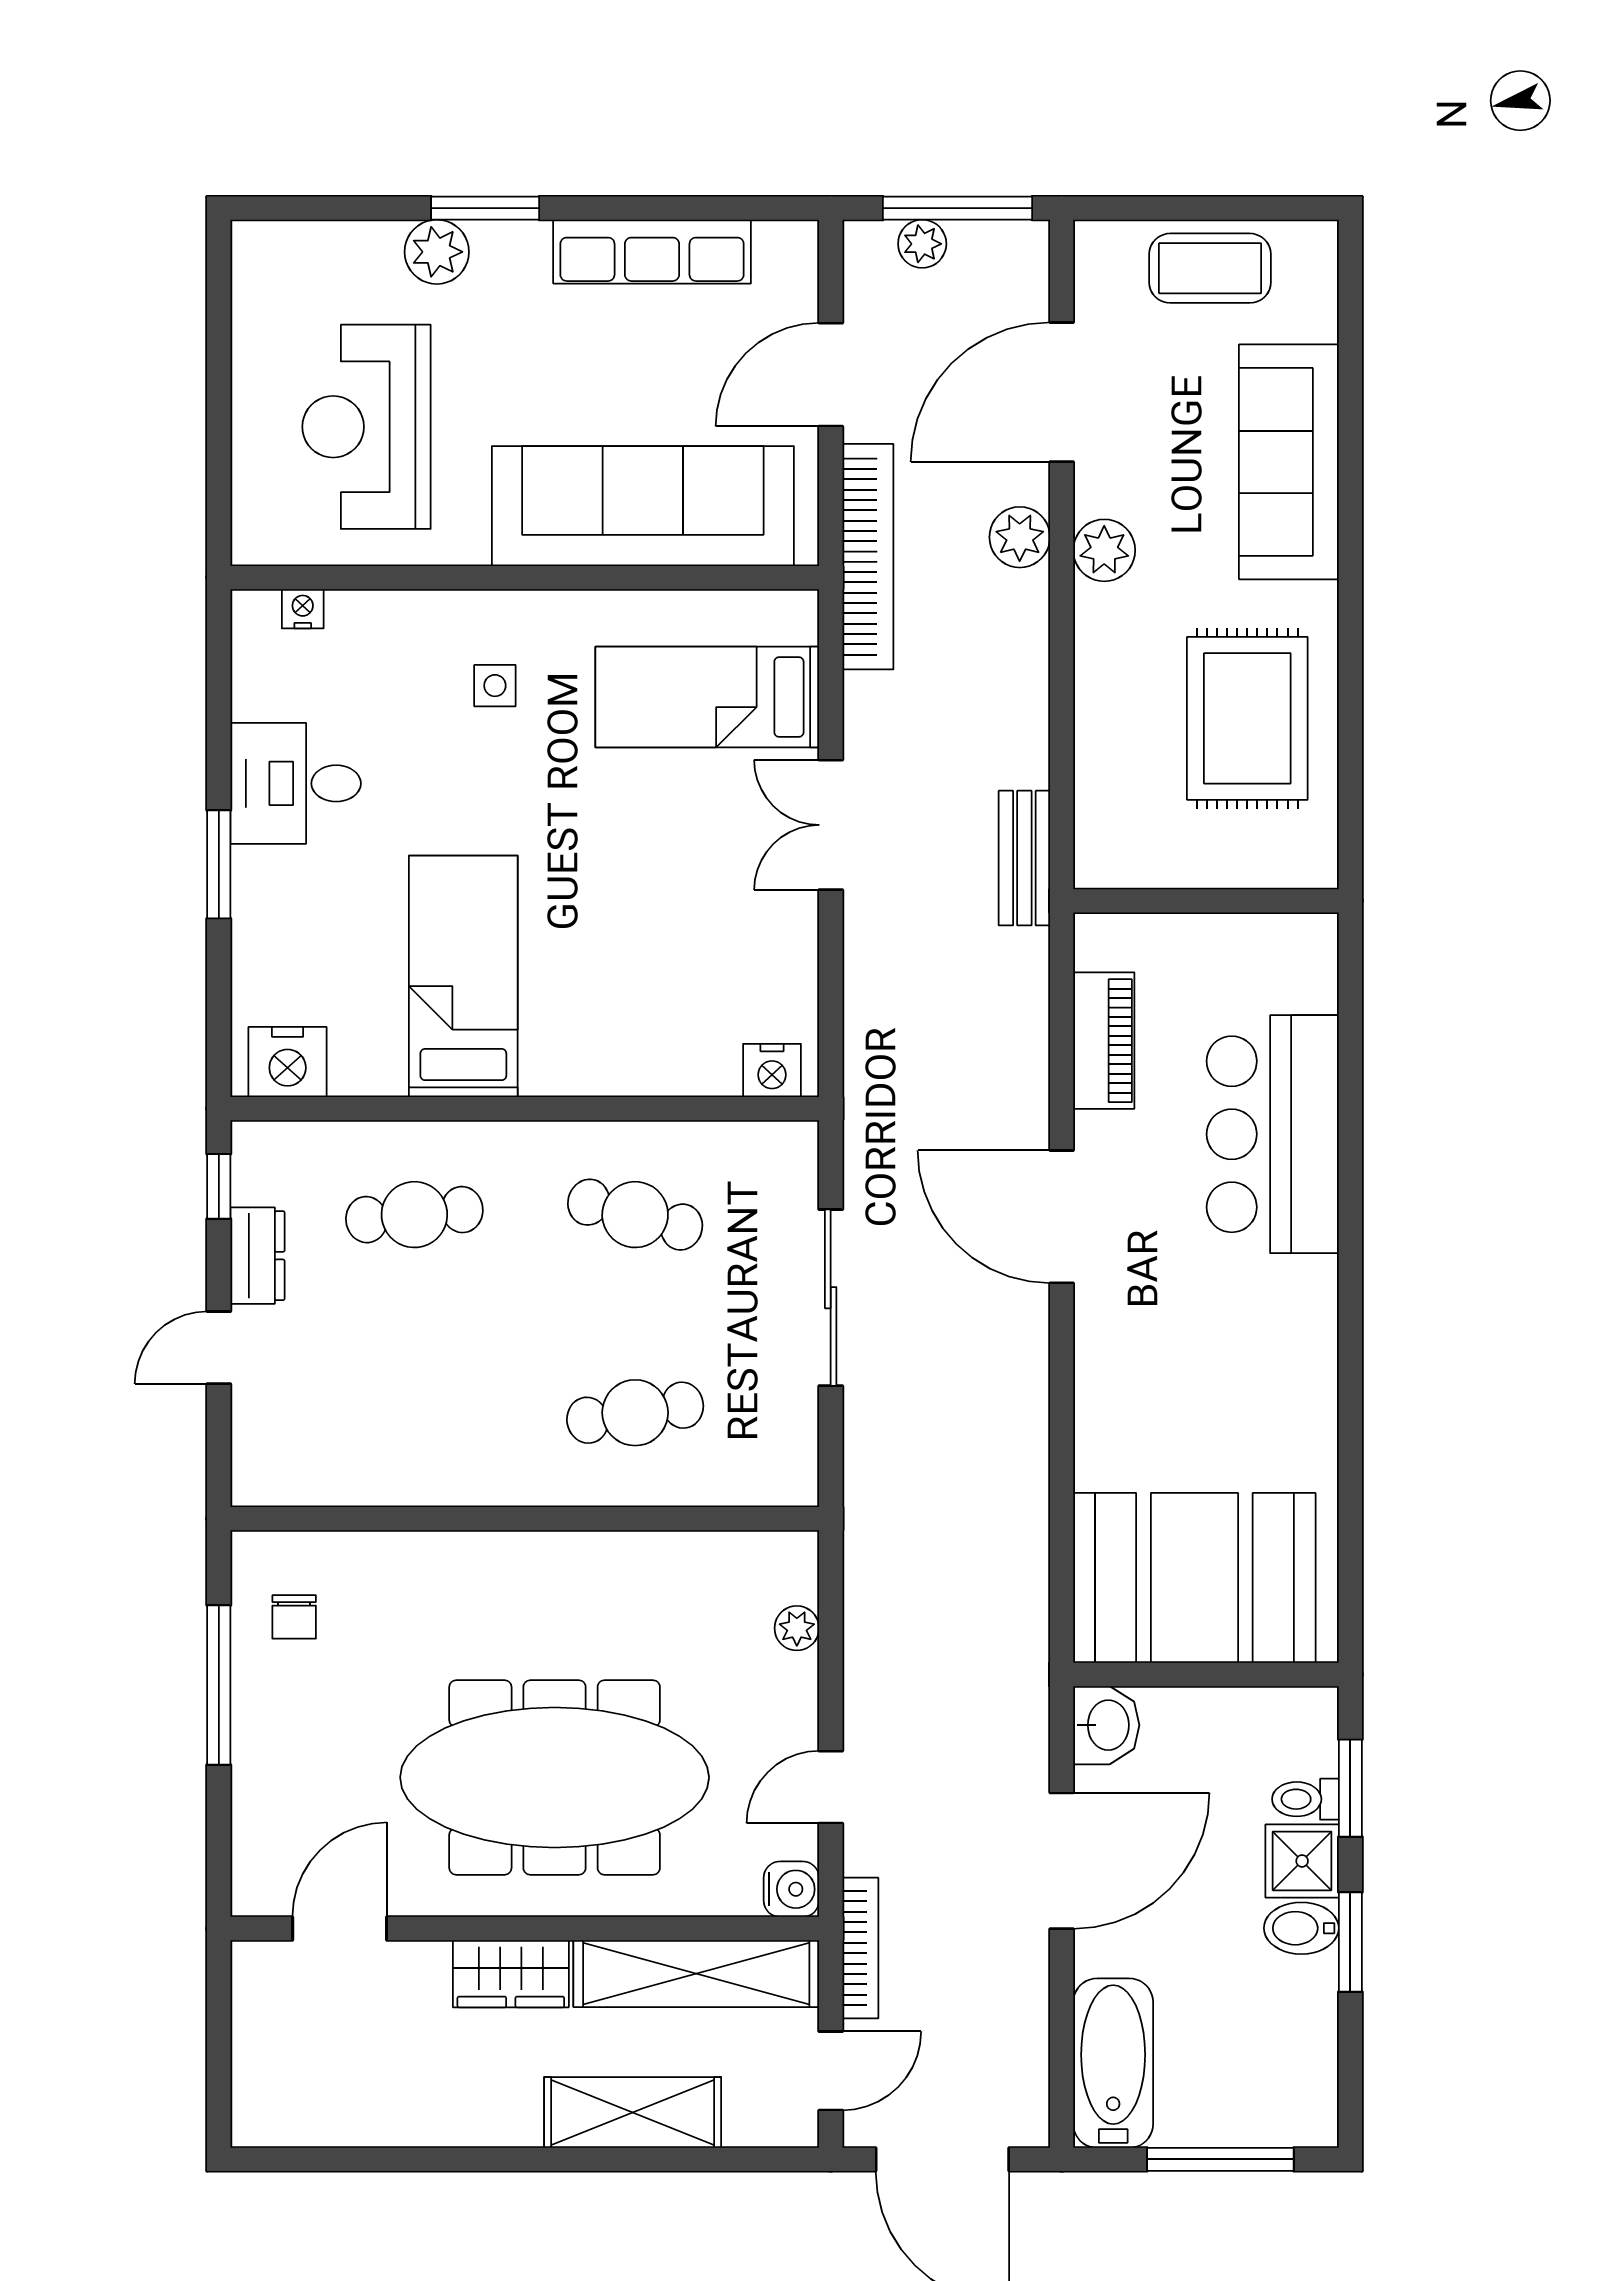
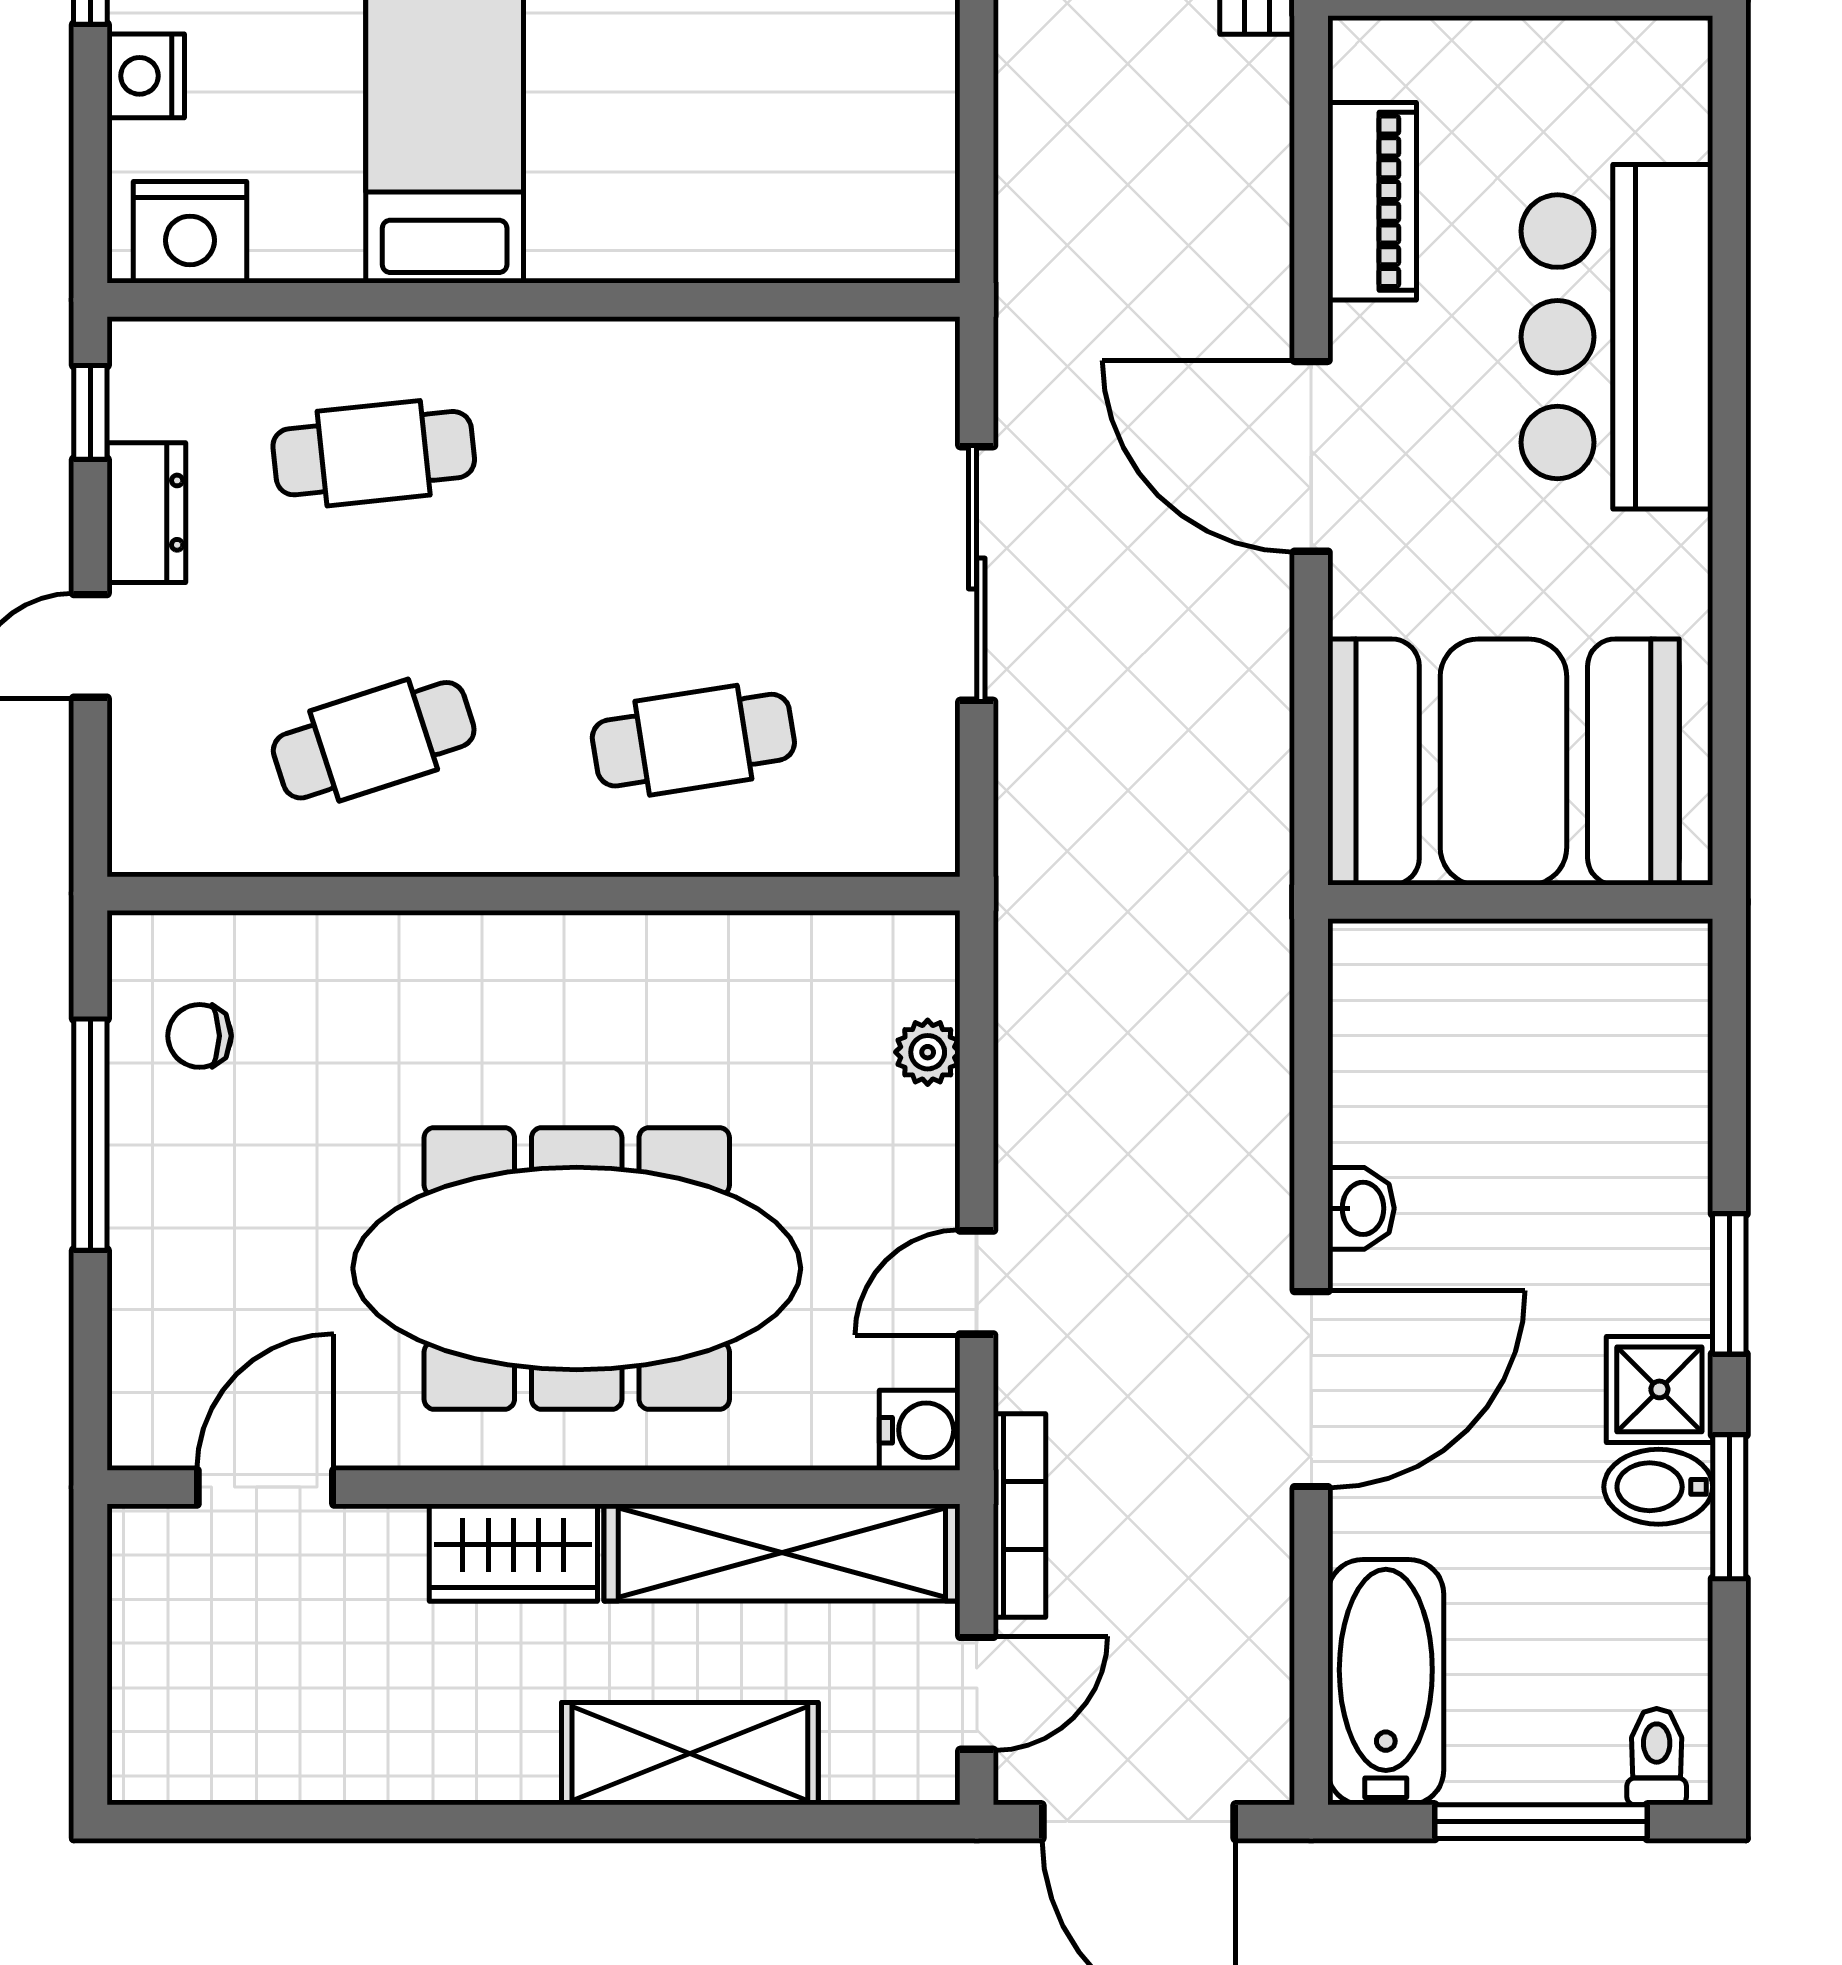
nightstand: (772, 1071) -> (146, 76), moved, turned 90
cafe table: (635, 1215) -> (374, 740), moved, turned -33
booth: (1194, 1578) -> (1503, 762), moved
chair: (294, 1617) -> (200, 1036), turned 90
wall: (1206, 1674) -> (1520, 902), moved
washbasin: (1106, 1725) -> (1361, 1208), width x0.72, depth x0.69
toilet: (1305, 1799) -> (1657, 1757), moved, turned 90

